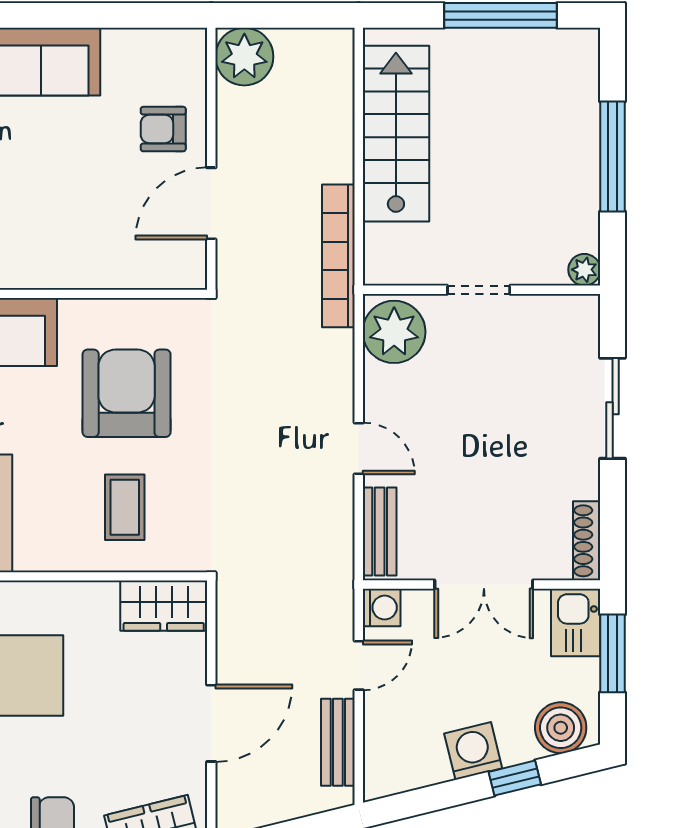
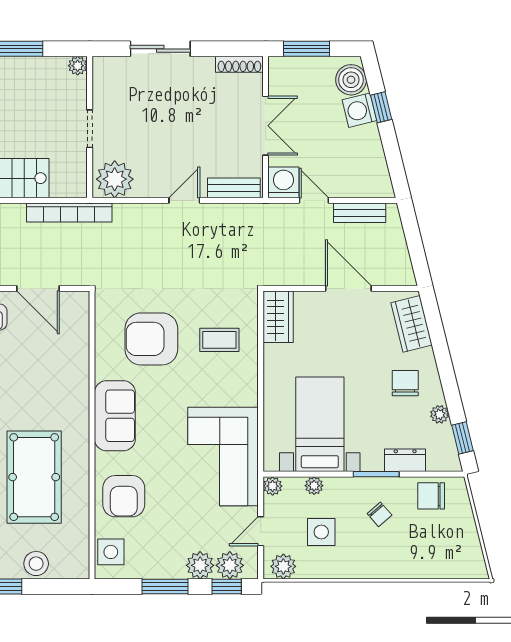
washing machine: (382, 608) -> (283, 182), width x1.38, depth x1.38
kitchen sink: (576, 622) -> (288, 71), removed
washing machine: (473, 751) -> (359, 110), moved

